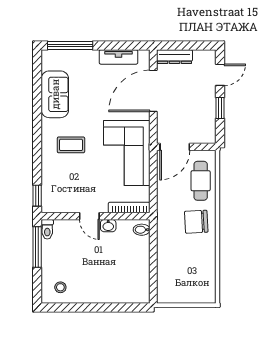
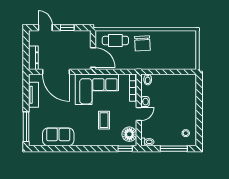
coffee table: (71, 145) -> (104, 120), moved
floor lamp: (59, 202) -> (129, 134), added
window: (37, 247) -> (174, 149), moved

